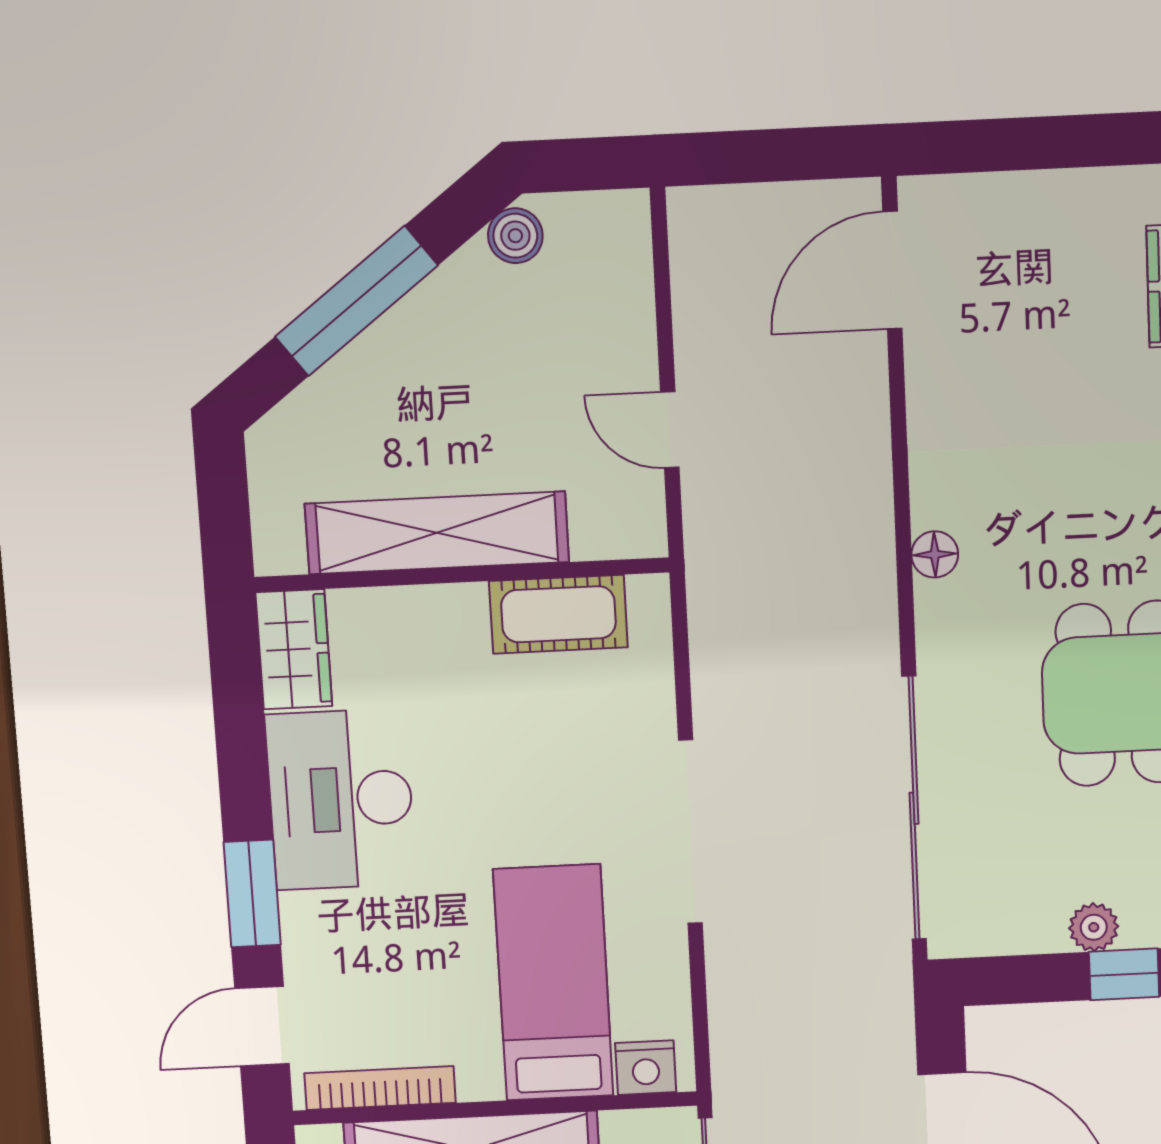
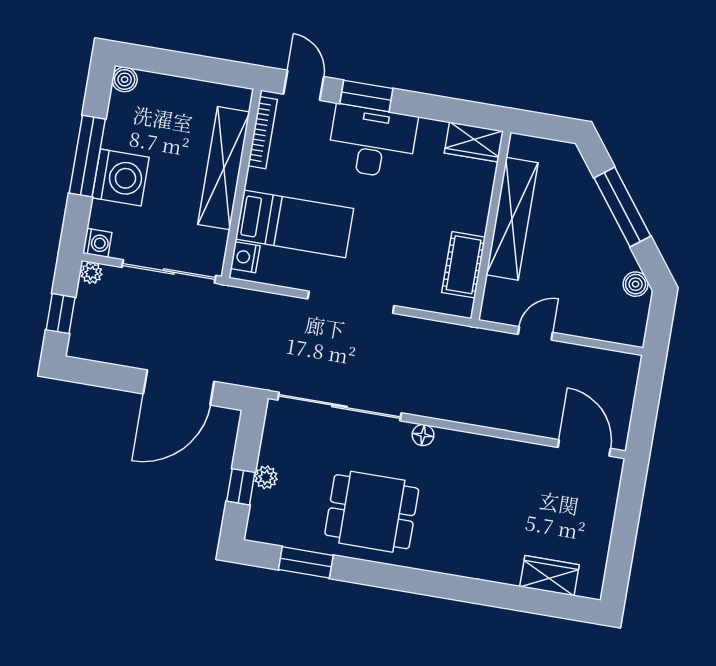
floor lamp: (935, 554) -> (423, 435), moved
desk: (341, 799) -> (372, 142), moved

